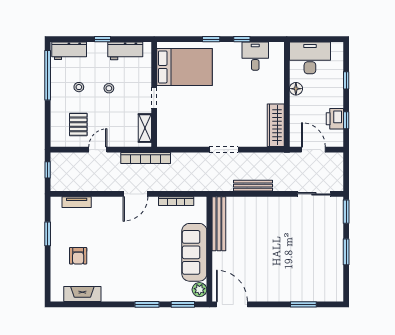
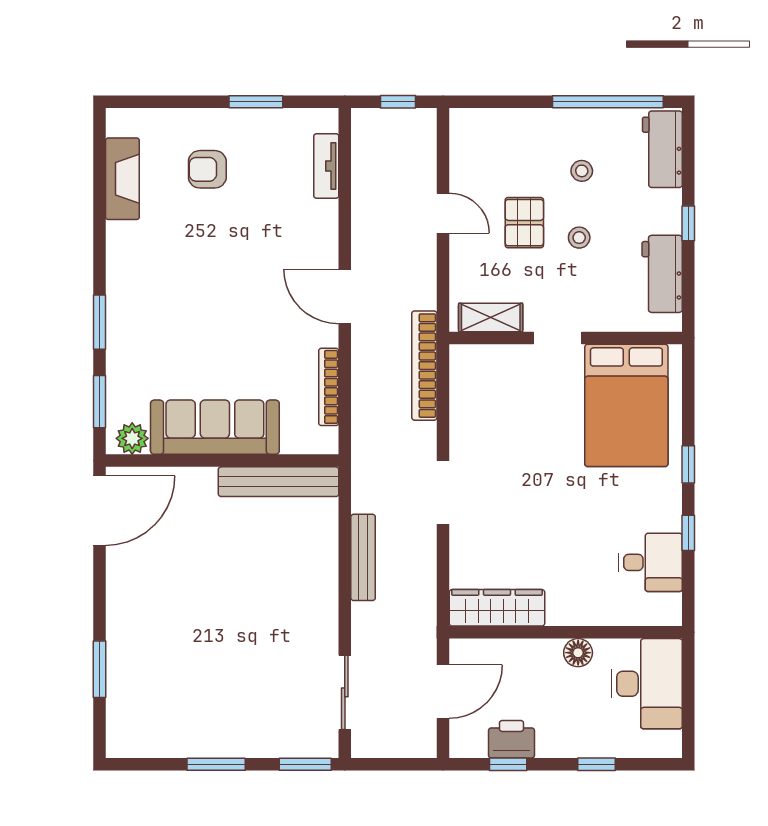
pallet: (78, 124) -> (524, 223), moved, turned 90
bookcase: (146, 158) -> (424, 366), moved

